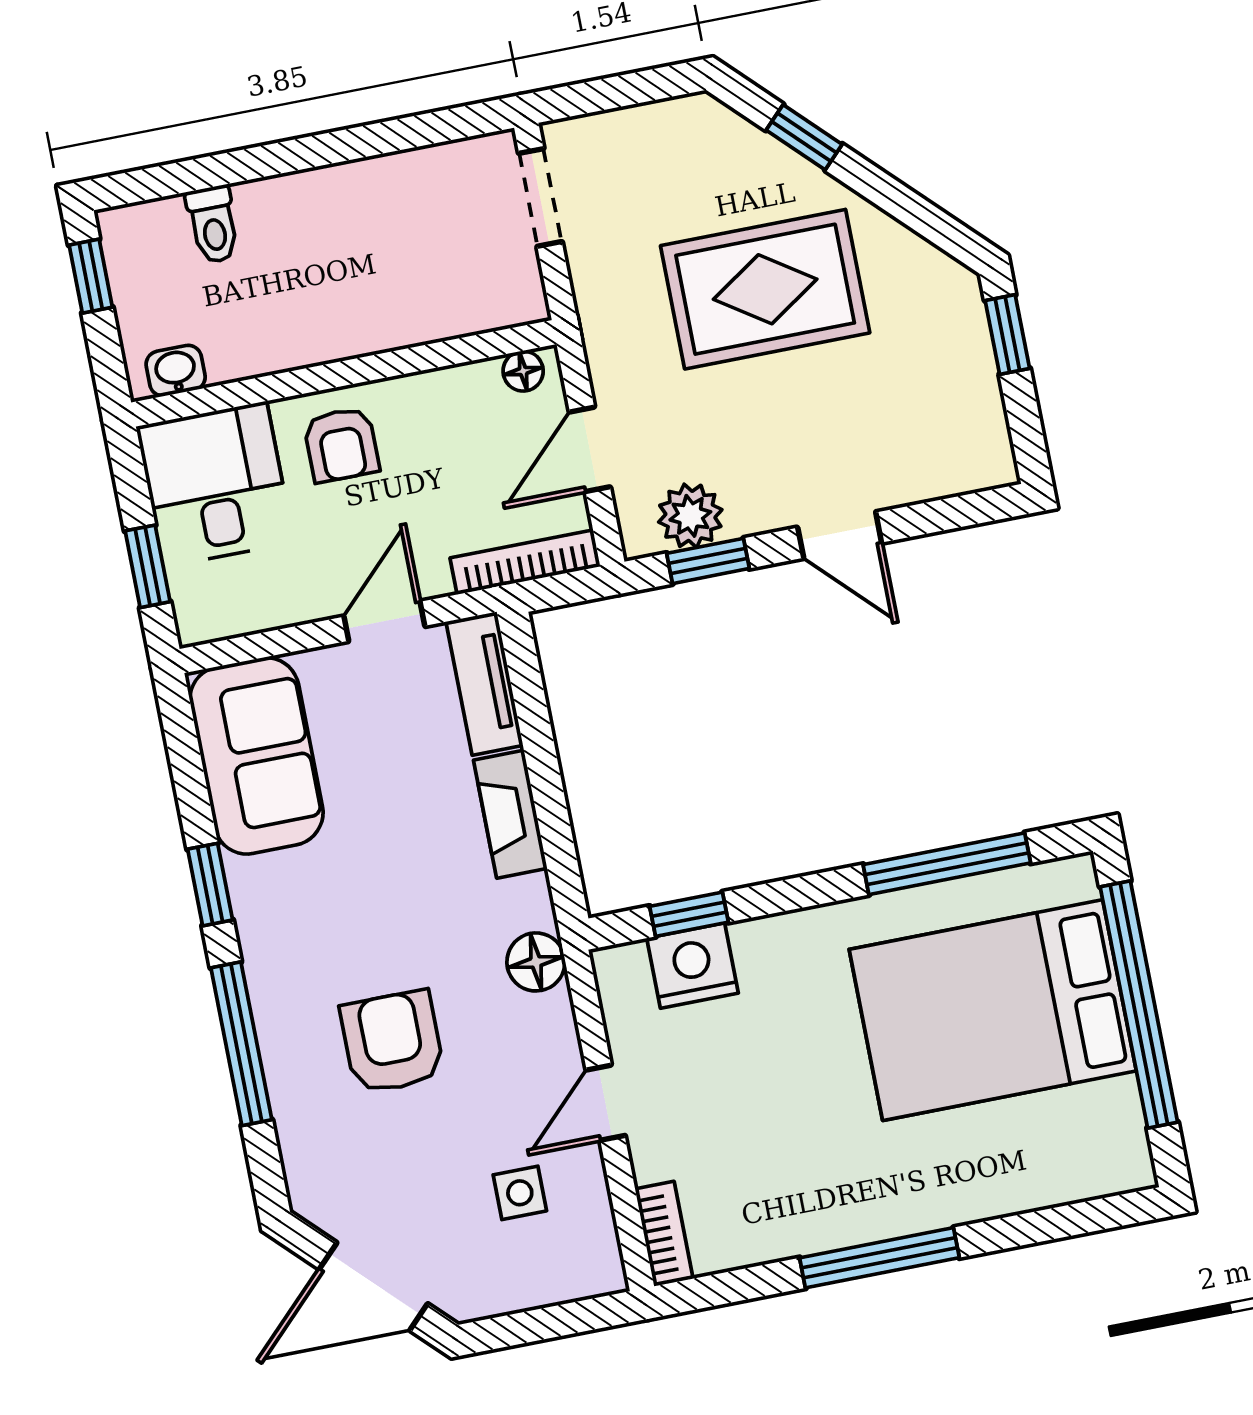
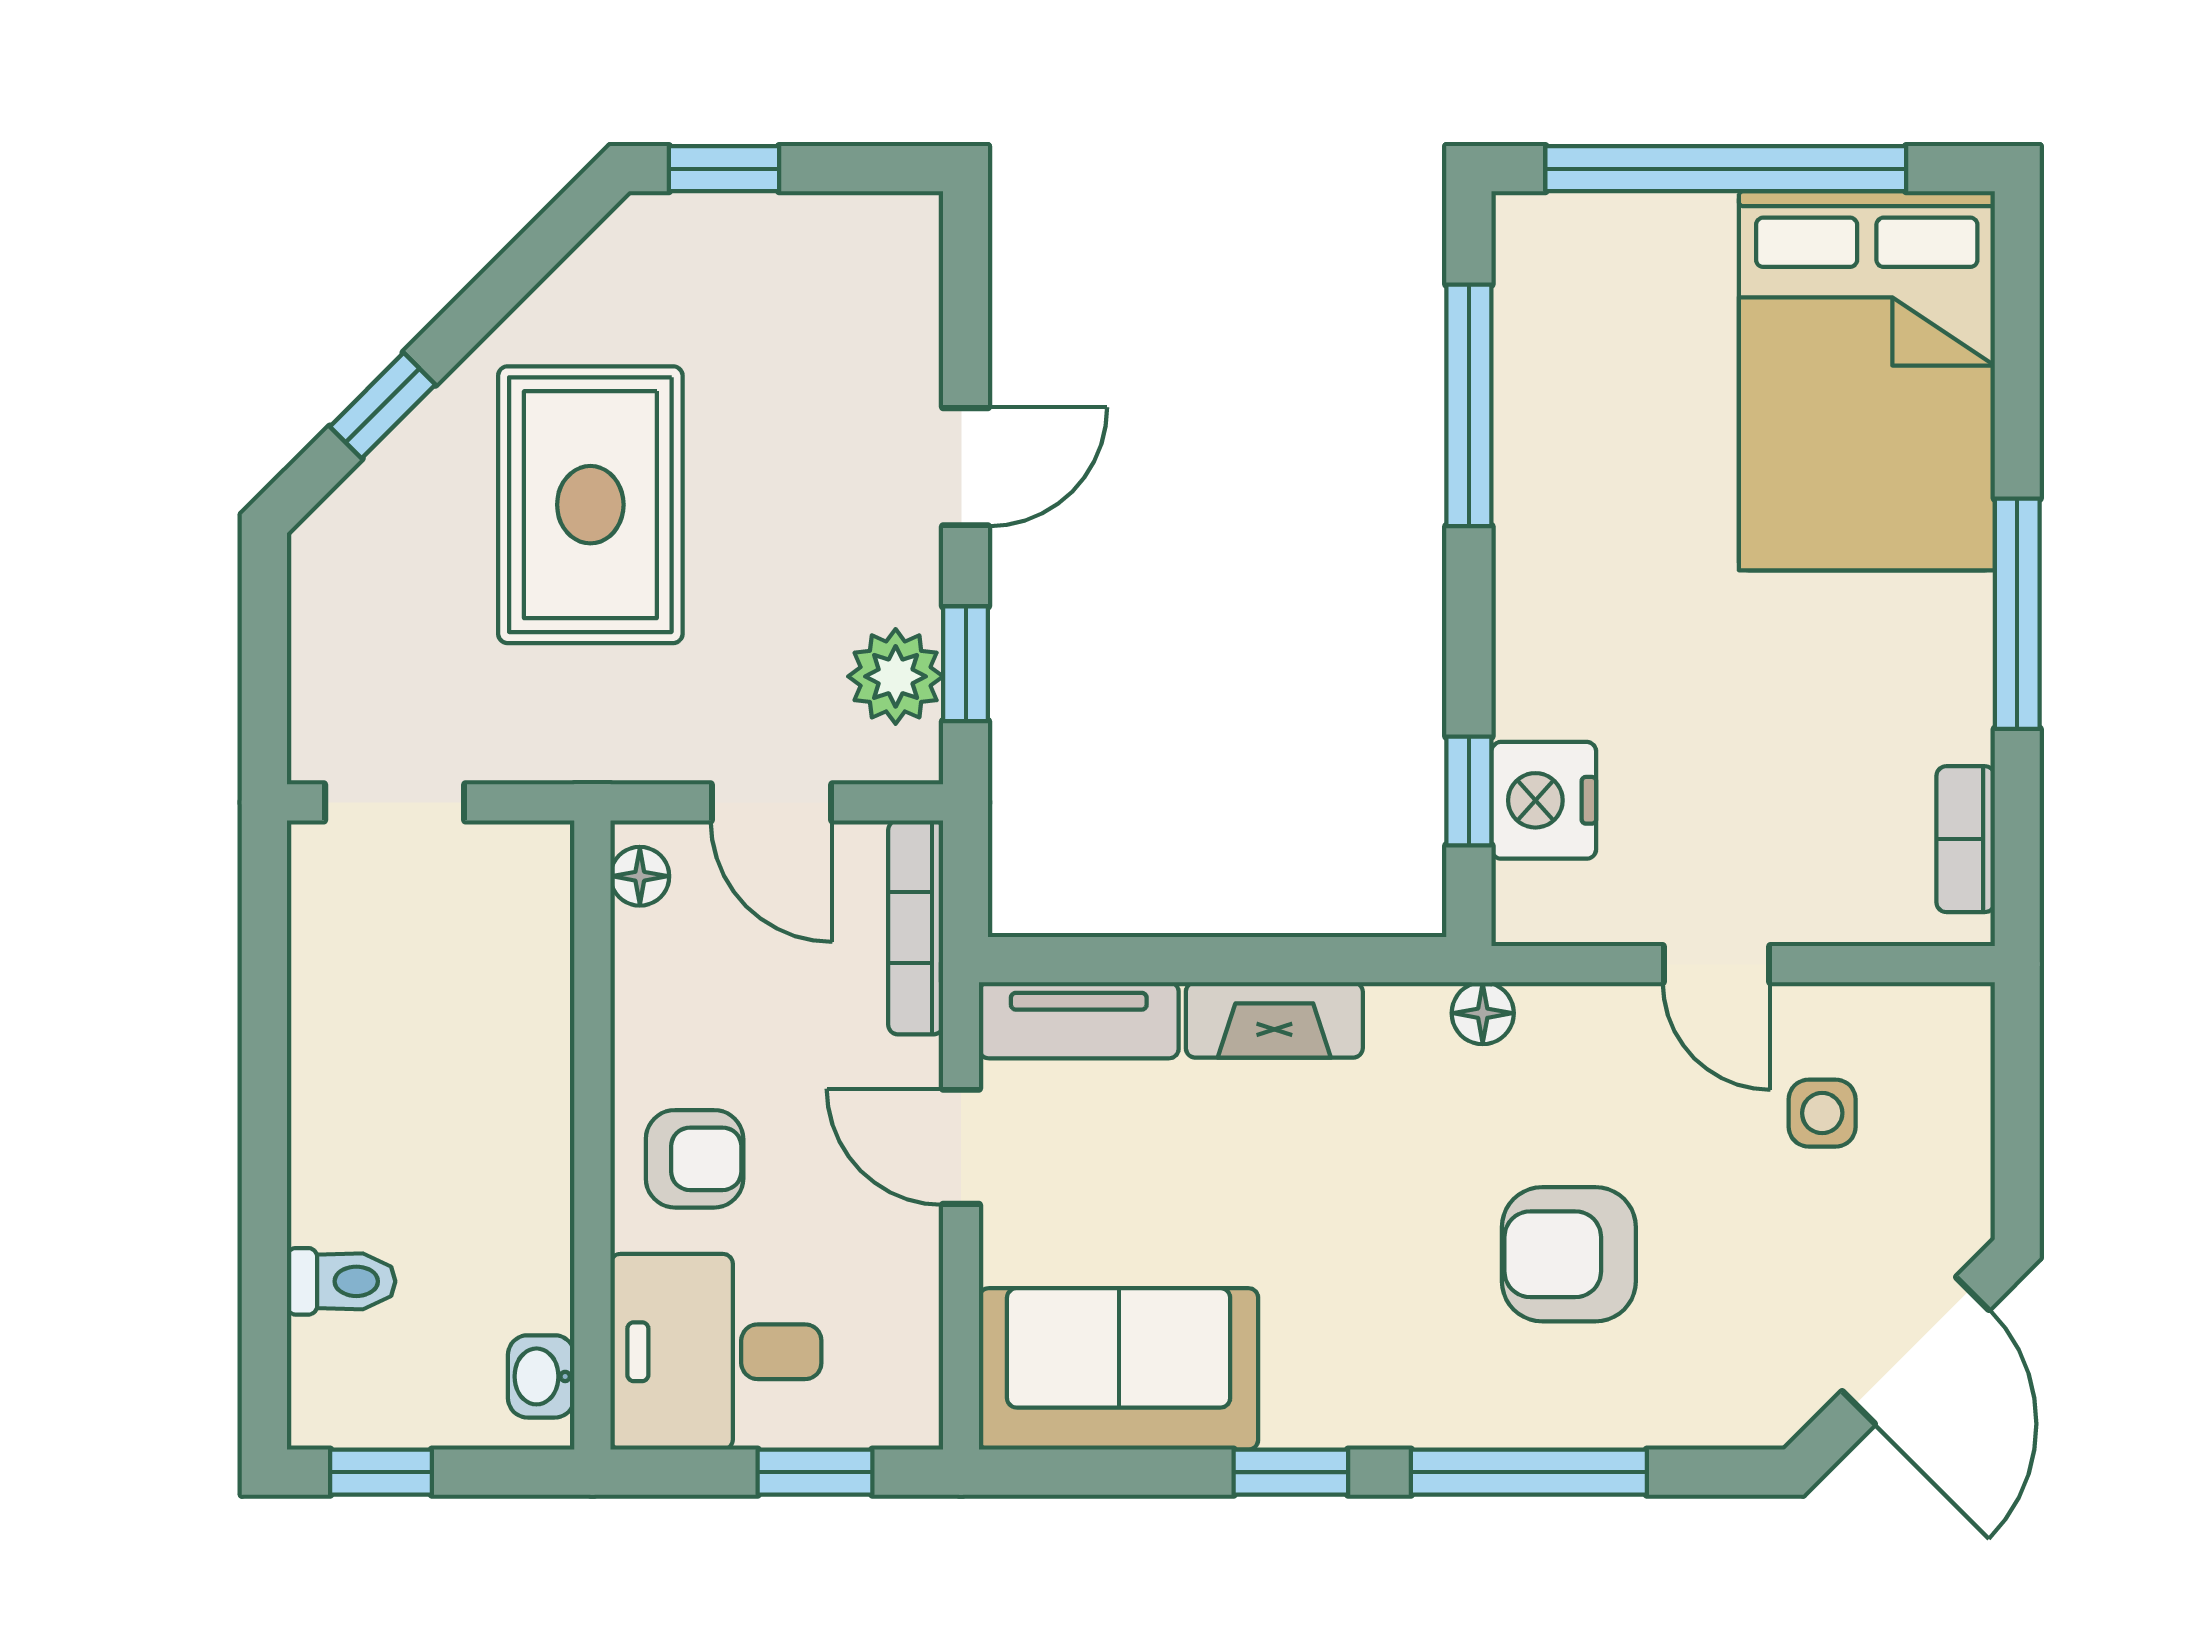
floor lamp: (536, 962) -> (1483, 1013), width x0.73, depth x0.73
bed: (993, 1010) -> (1867, 381), moved
bookcase: (664, 1234) -> (1966, 839), moved, turned -90

